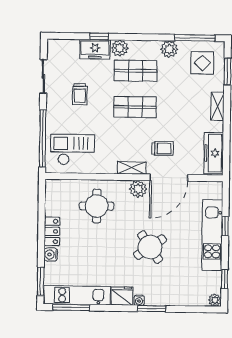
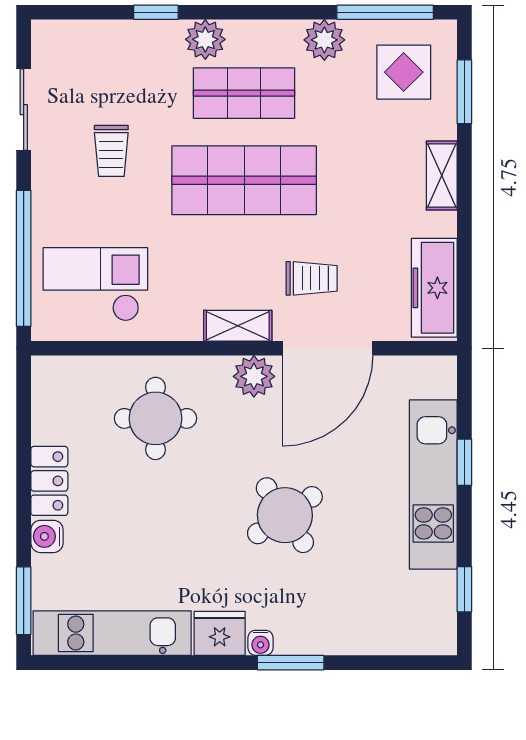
freezer: (95, 49) -> (146, 43), removed
shop shelf: (135, 107) -> (244, 180), width x1.43, depth x1.36
plant: (215, 300) -> (442, 640), removed
window: (71, 307) -> (98, 663), removed

